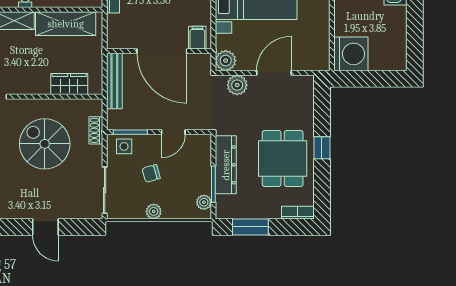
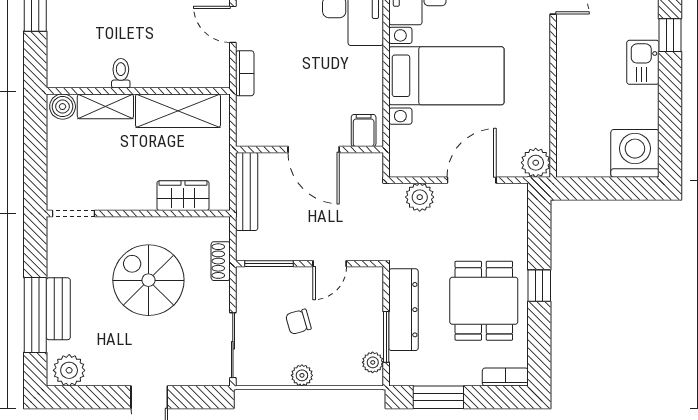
door: (162, 51) -> (314, 149), width x0.73
washing machine: (351, 54) -> (635, 153), moved, turned -90
plant: (226, 61) -> (536, 163), moved
side table: (124, 146) -> (260, 284), removed

